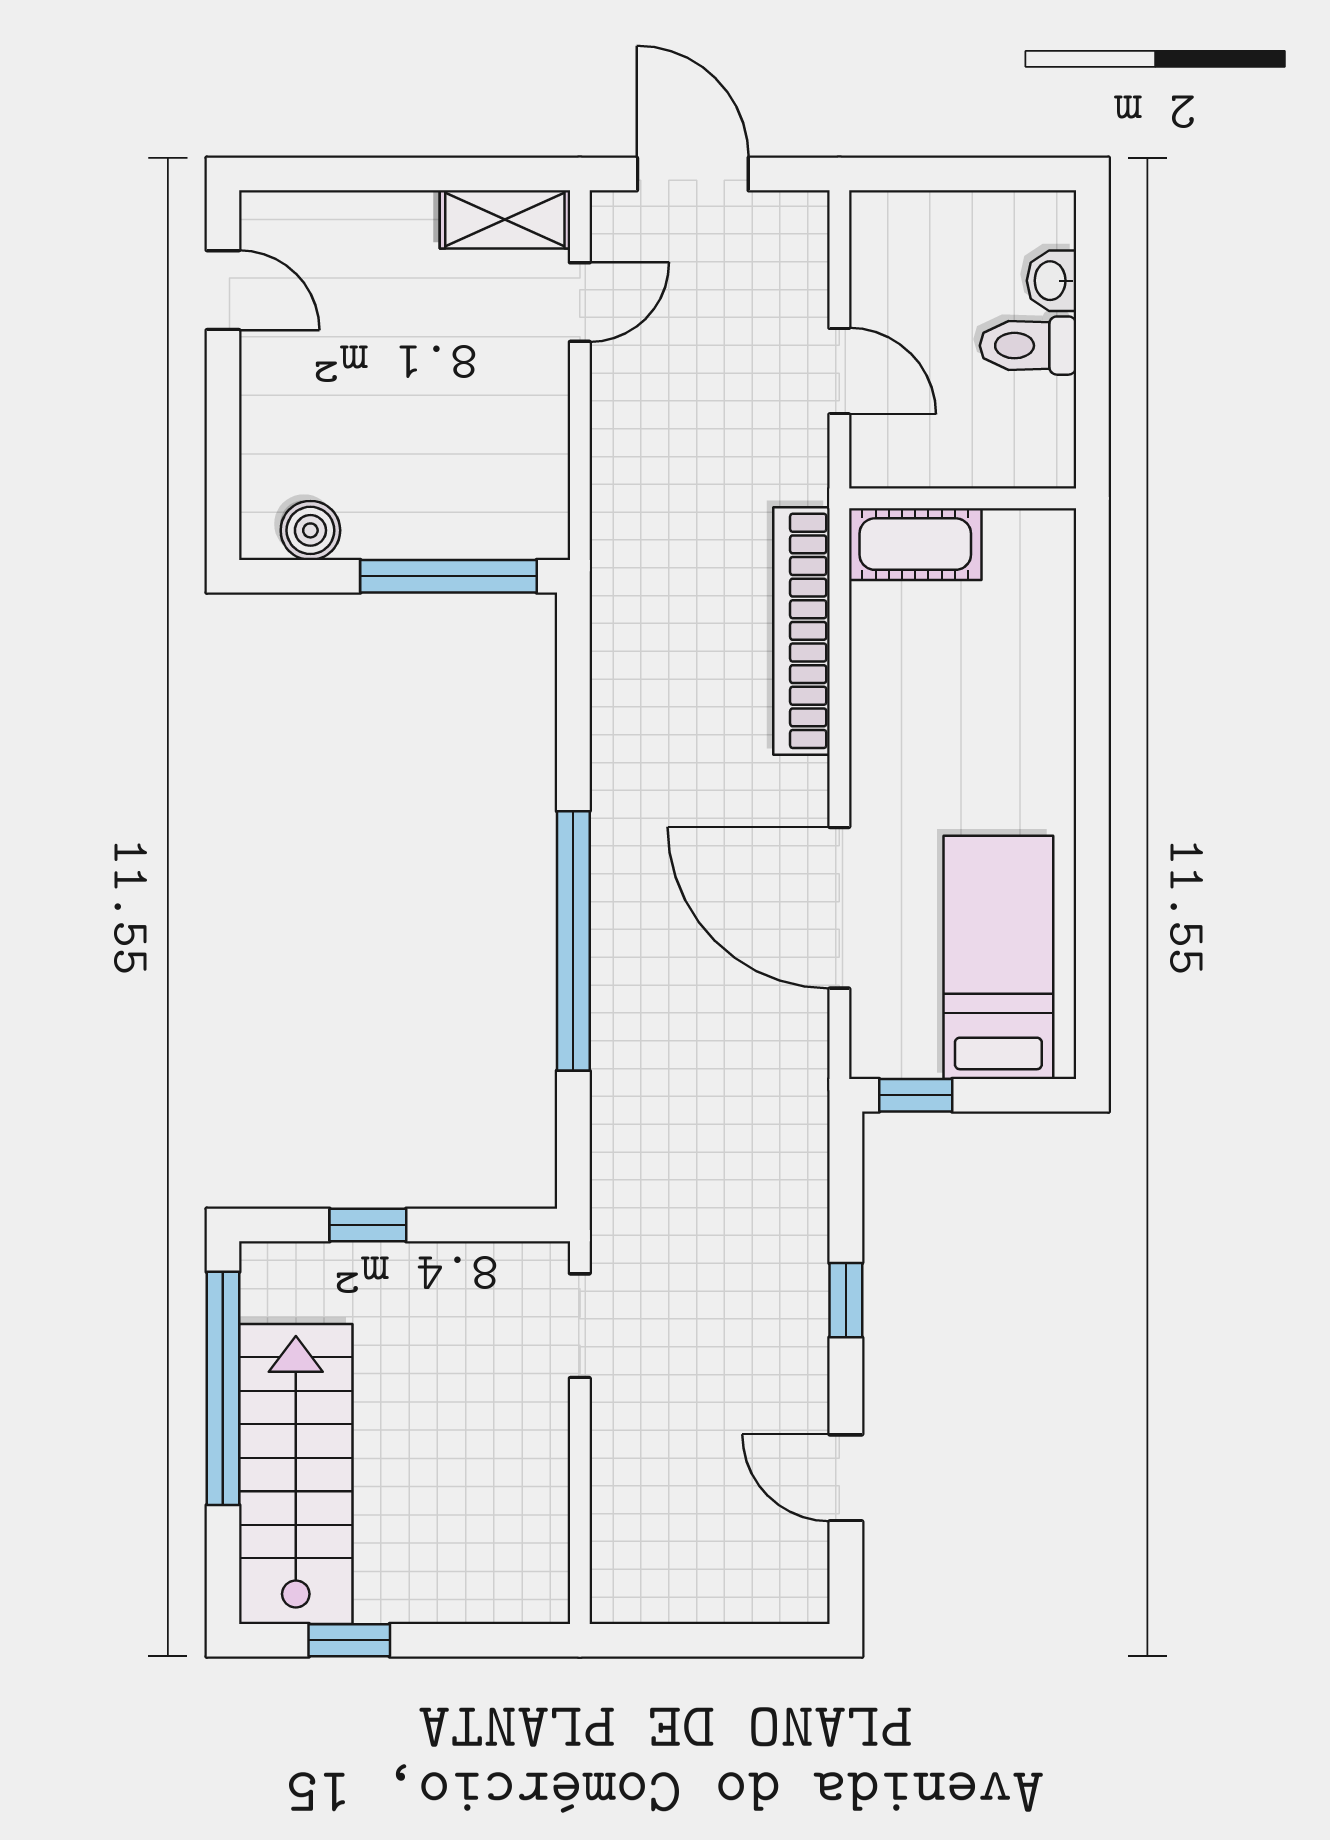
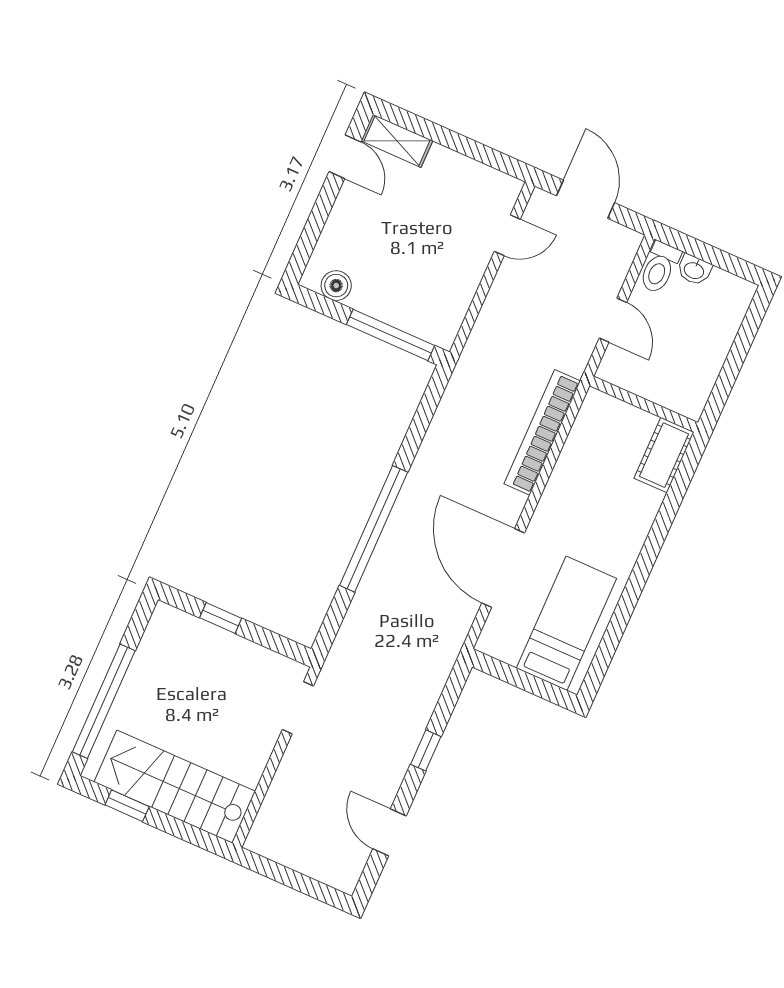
shelving: (505, 219) -> (397, 141), moved
washbasin: (1052, 281) -> (694, 270), moved, turned -90
toilet: (1028, 346) -> (659, 268), moved, turned -90
cot: (915, 544) -> (664, 455), moved, turned 90
window: (916, 1095) -> (500, 670), removed
window: (223, 1388) -> (104, 701), moved
stairs: (296, 1474) -> (175, 787), moved, turned -90

